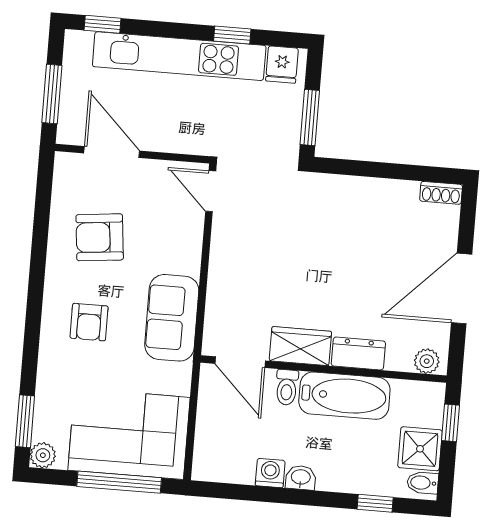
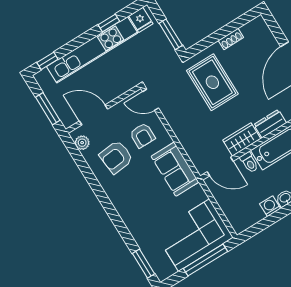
shoe rack: (441, 193) -> (231, 39), moved
rug: (319, 232) -> (212, 82), added
armchair: (89, 322) -> (142, 135), moved
plant: (43, 455) -> (82, 143), moved

